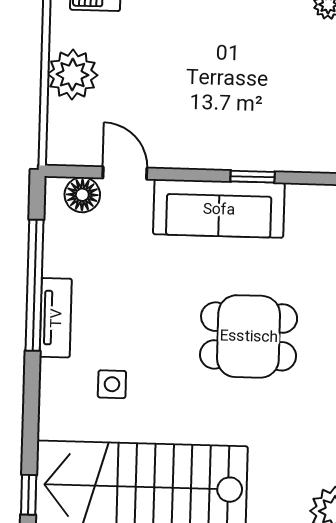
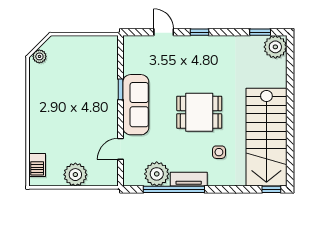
floor lamp: (82, 195) -> (131, 168), removed
plant: (69, 249) -> (157, 174), added
dining table: (249, 336) -> (199, 112), moved, turned 90

